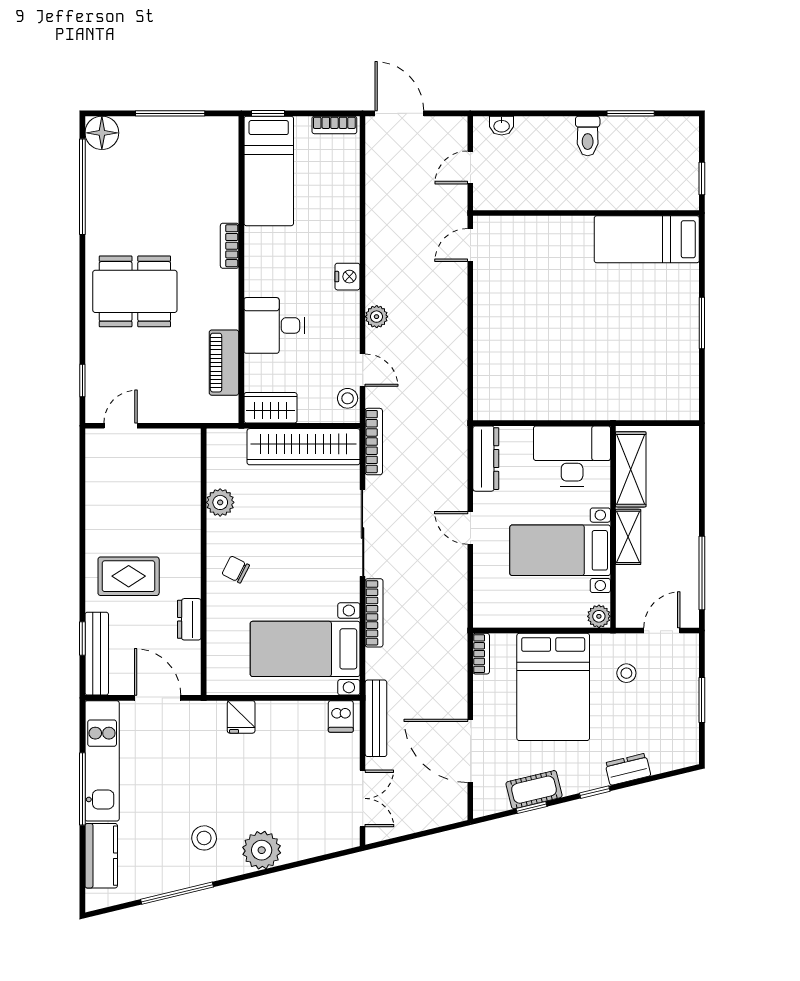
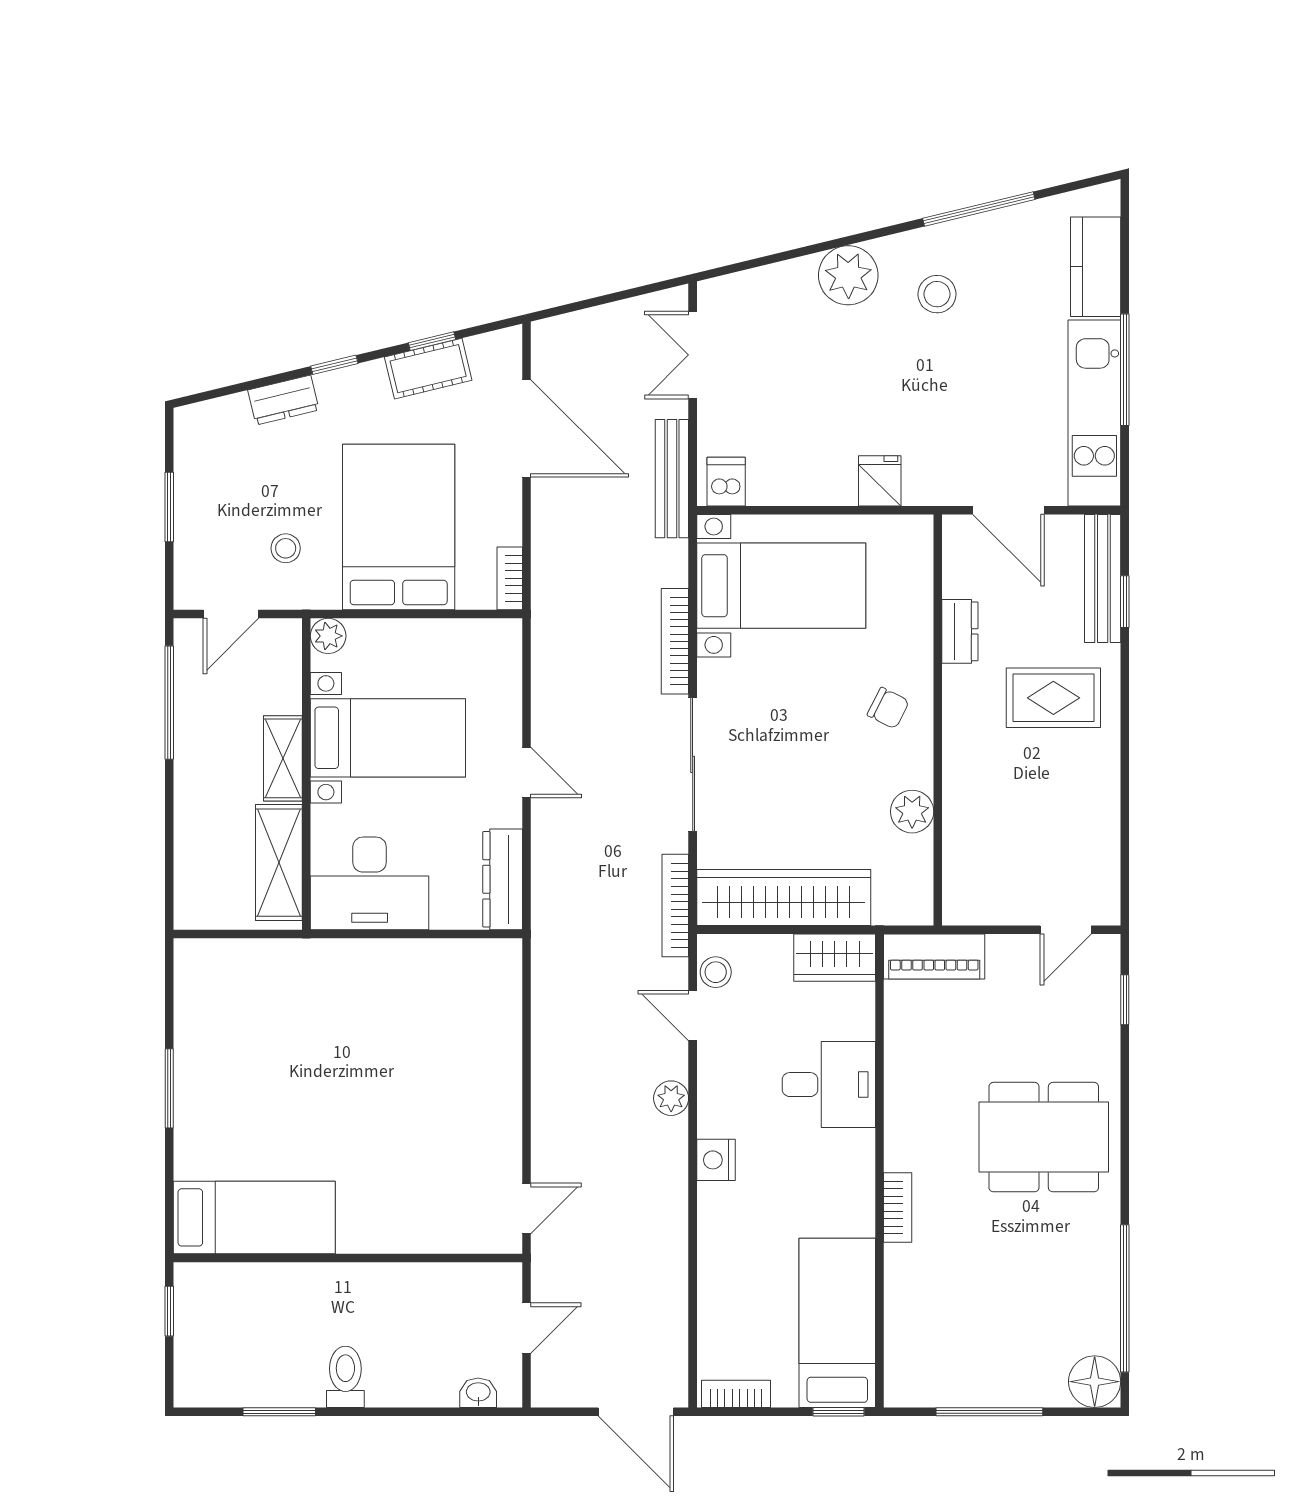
piano: (224, 363) -> (934, 957), moved, turned 90

